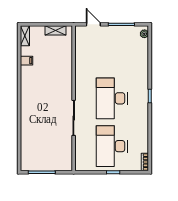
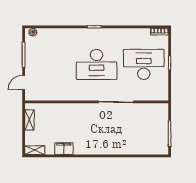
filing cabinet: (26, 61) -> (64, 149), width x2.00
desk: (112, 146) -> (144, 64), turned 180

